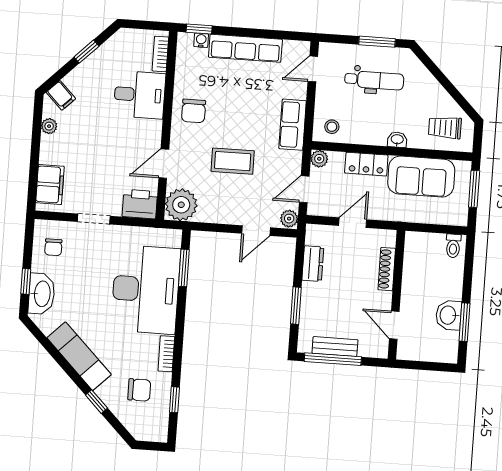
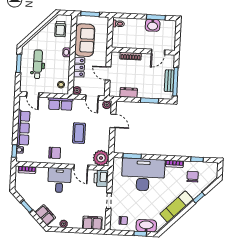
filing cabinet: (61, 95) -> (45, 215), width x2.00
desk: (140, 95) -> (59, 180), moved

